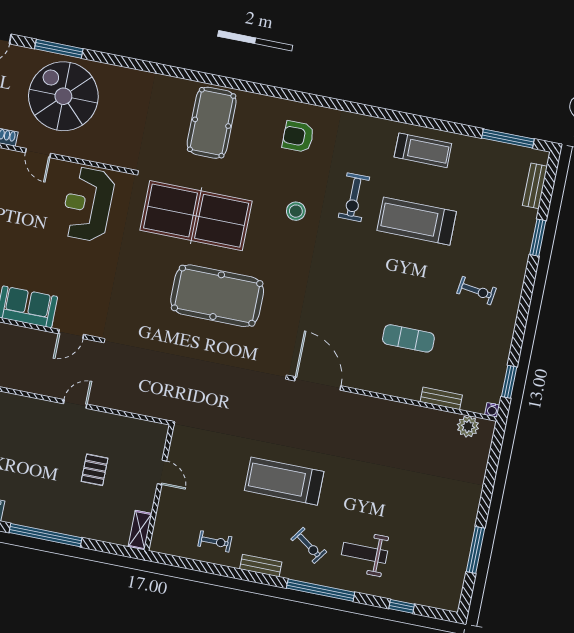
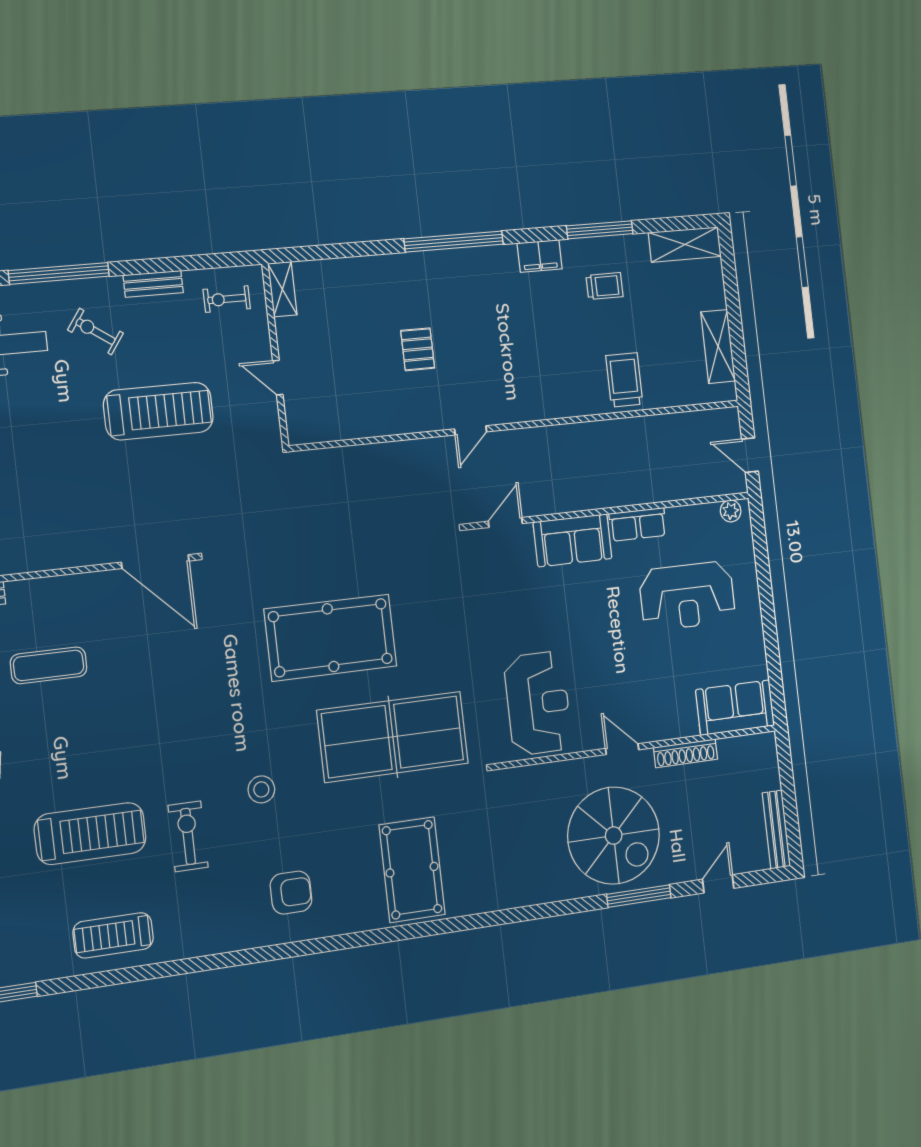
door: (162, 472) -> (278, 378), moved
wall: (159, 488) -> (275, 355), moved
shelving: (140, 530) -> (282, 289), moved

